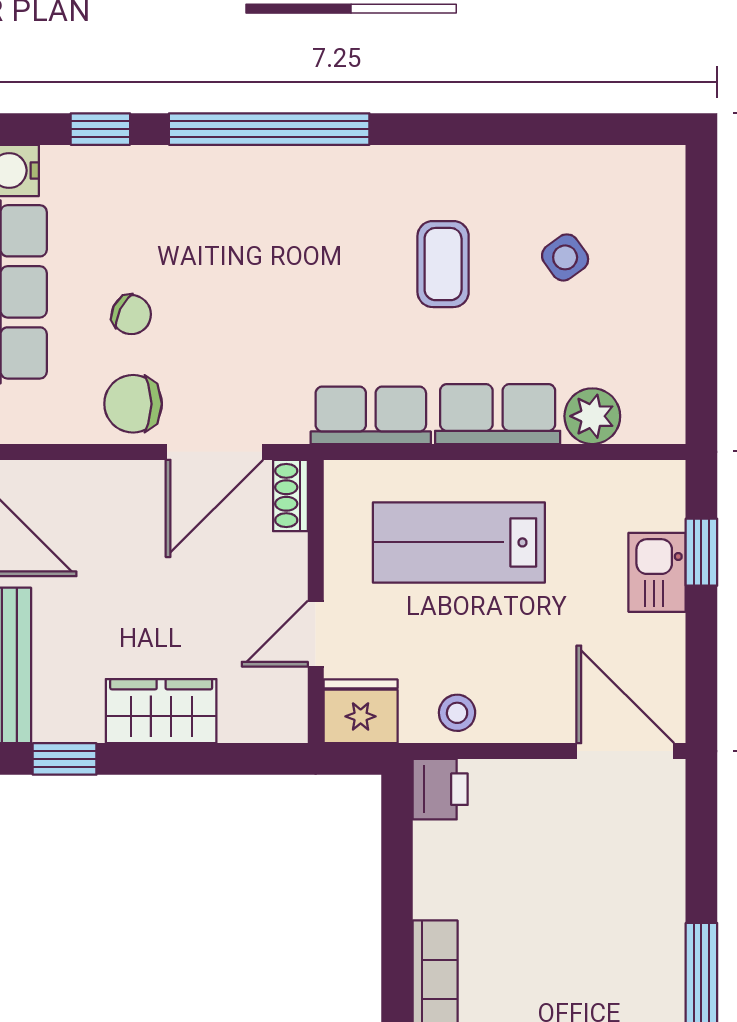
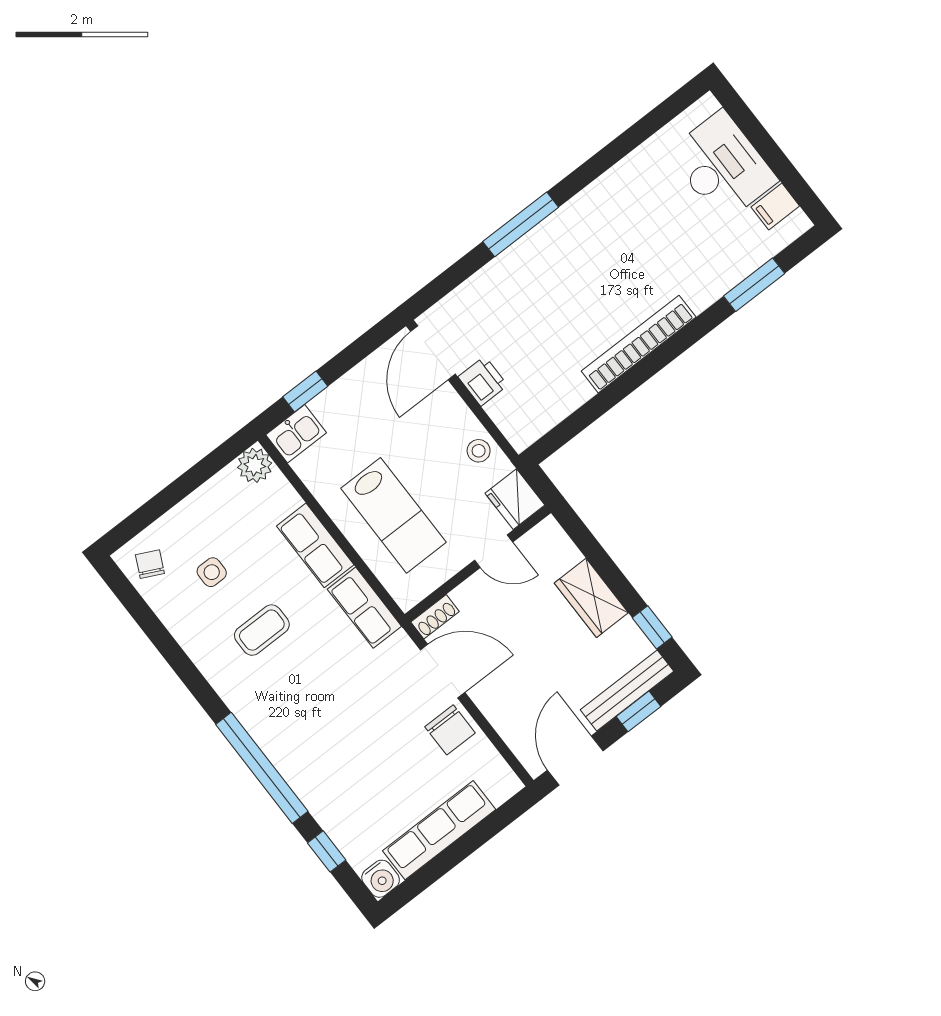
side table: (565, 257) -> (212, 572), turned 36
chair: (131, 315) -> (150, 564), moved
plant: (592, 416) -> (255, 465), moved
kitchen sink: (657, 572) -> (296, 434), moved
printer: (440, 789) -> (483, 381), moved, turned 90

